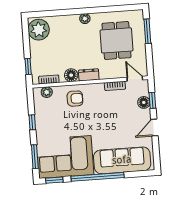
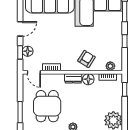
armchair: (75, 99) -> (86, 59), turned 122

